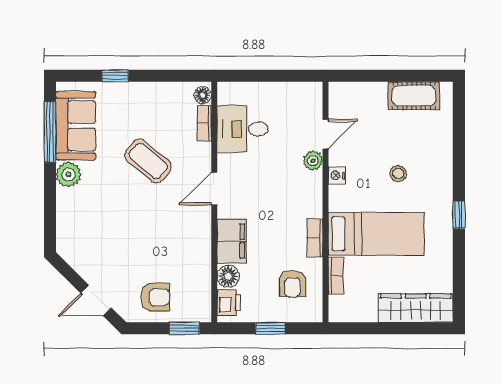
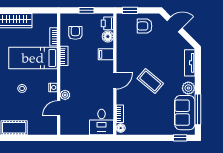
window: (115, 76) -> (180, 138), moved
desk: (242, 129) -> (102, 122), moved, turned 90
coffee table: (148, 161) -> (150, 81), moved
tv unit: (66, 224) -> (190, 63), added
filing cabinet: (232, 241) -> (106, 54), width x0.50

